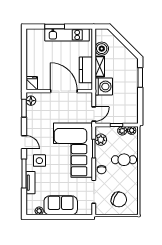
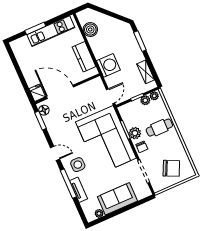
shelving: (100, 67) -> (146, 72), moved
door: (64, 91) -> (60, 92), moved
plant: (101, 140) -> (135, 133), moved

